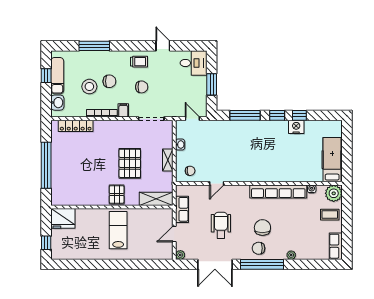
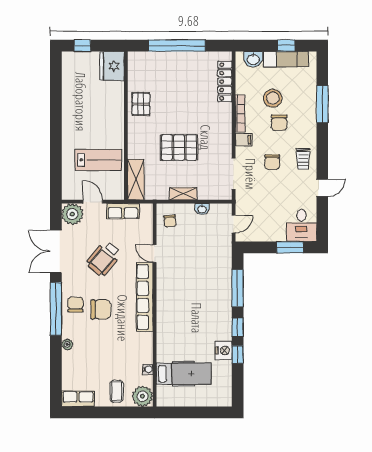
window: (212, 84) -> (290, 247), moved
hospital bed: (332, 160) -> (184, 374), moved
row of seats: (278, 192) -> (145, 297), moved
pallet: (117, 194) -> (141, 104), moved, turned 90
wheelchair: (221, 225) -> (104, 259), turned 130
lab bench: (118, 230) -> (98, 160), moved
plant: (180, 255) -> (72, 214), width x1.88, depth x1.88

